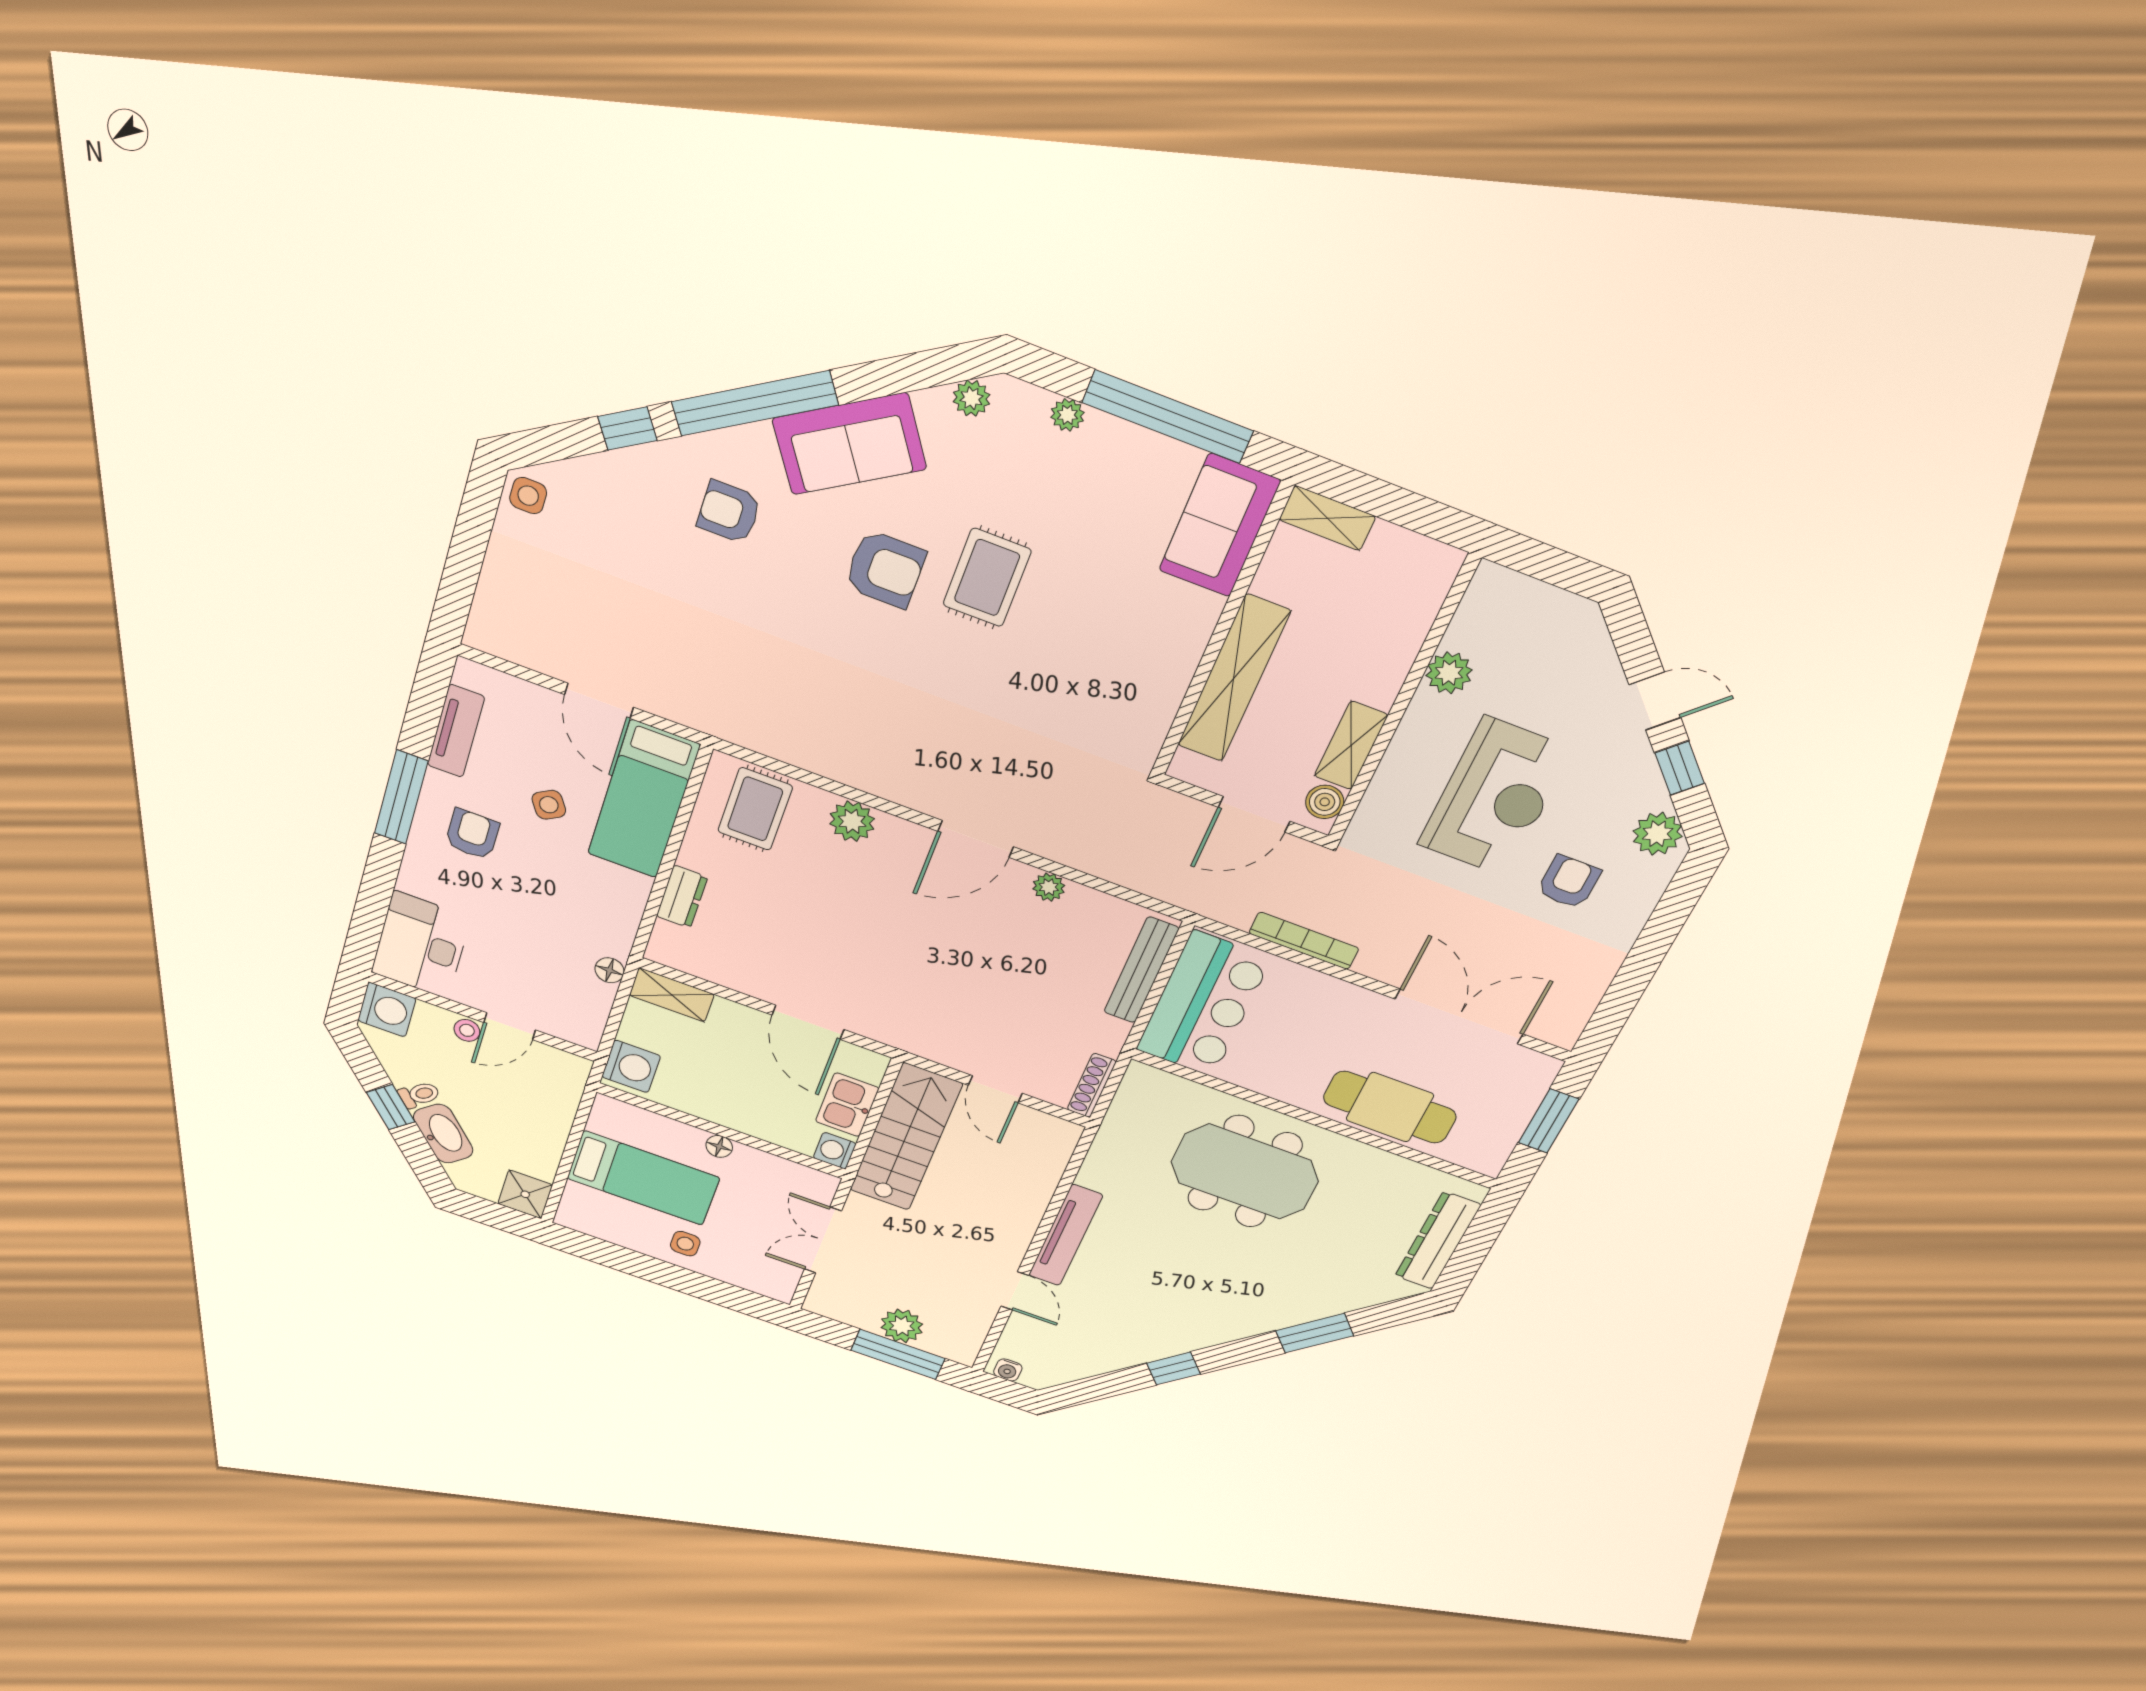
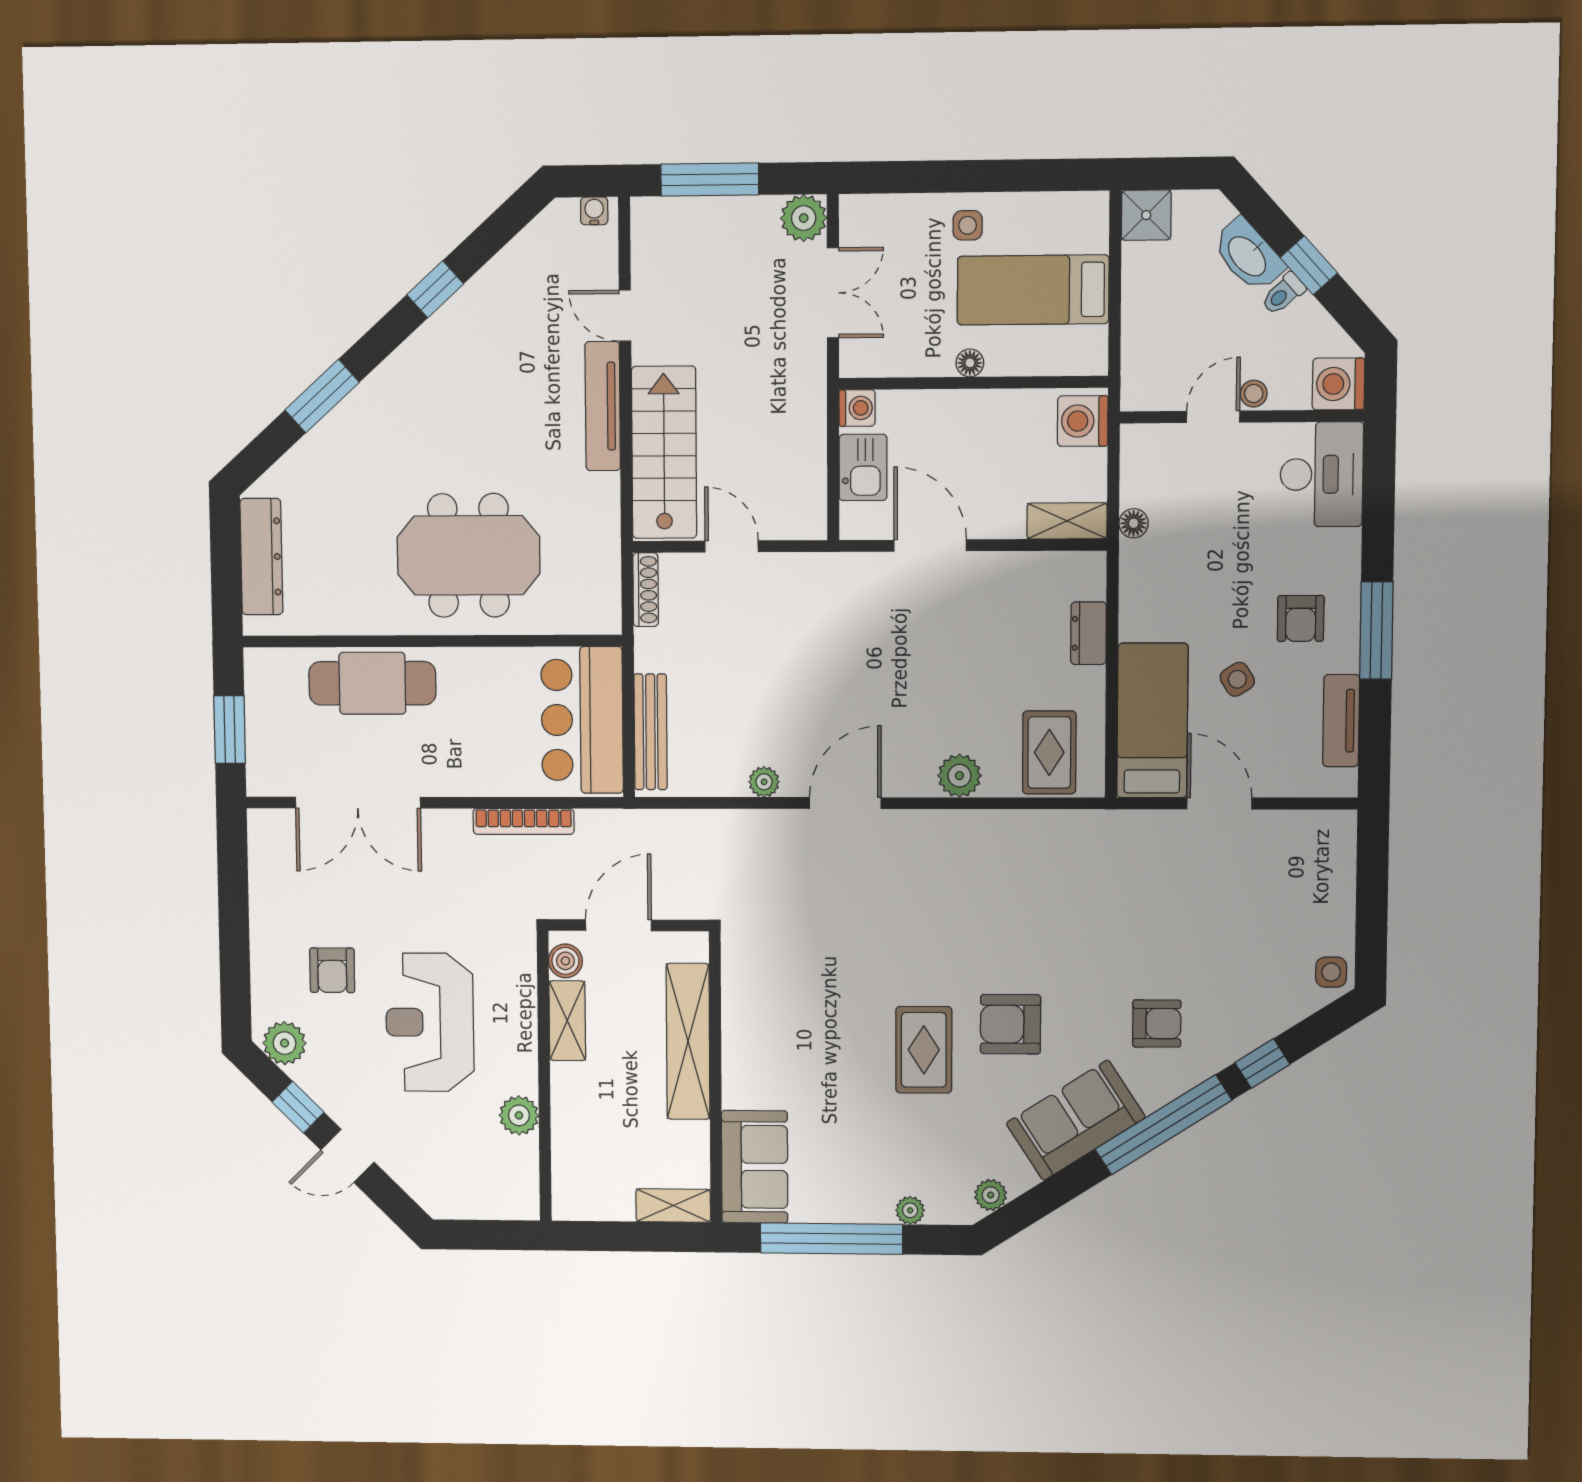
stairs: (906, 1137) -> (664, 452), moved, turned 180
plant: (902, 1326) -> (804, 218), moved

